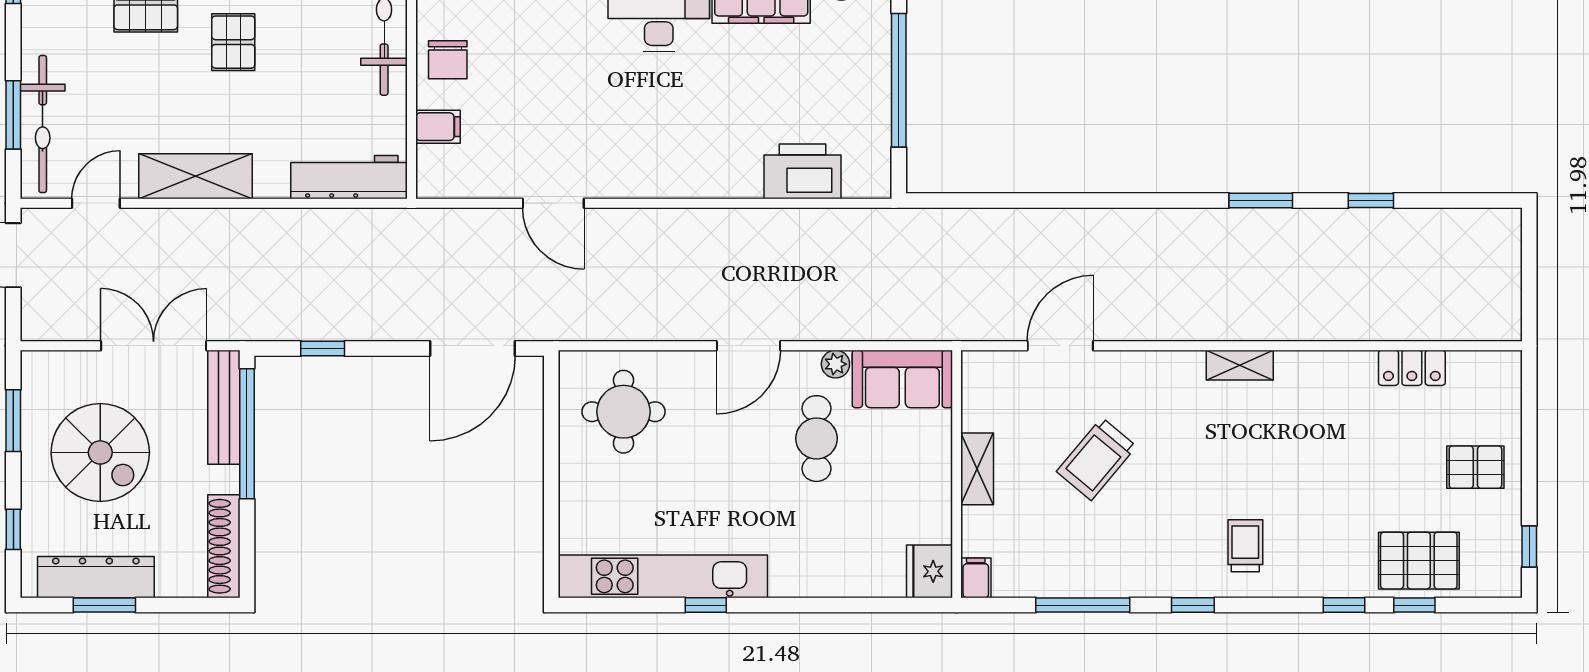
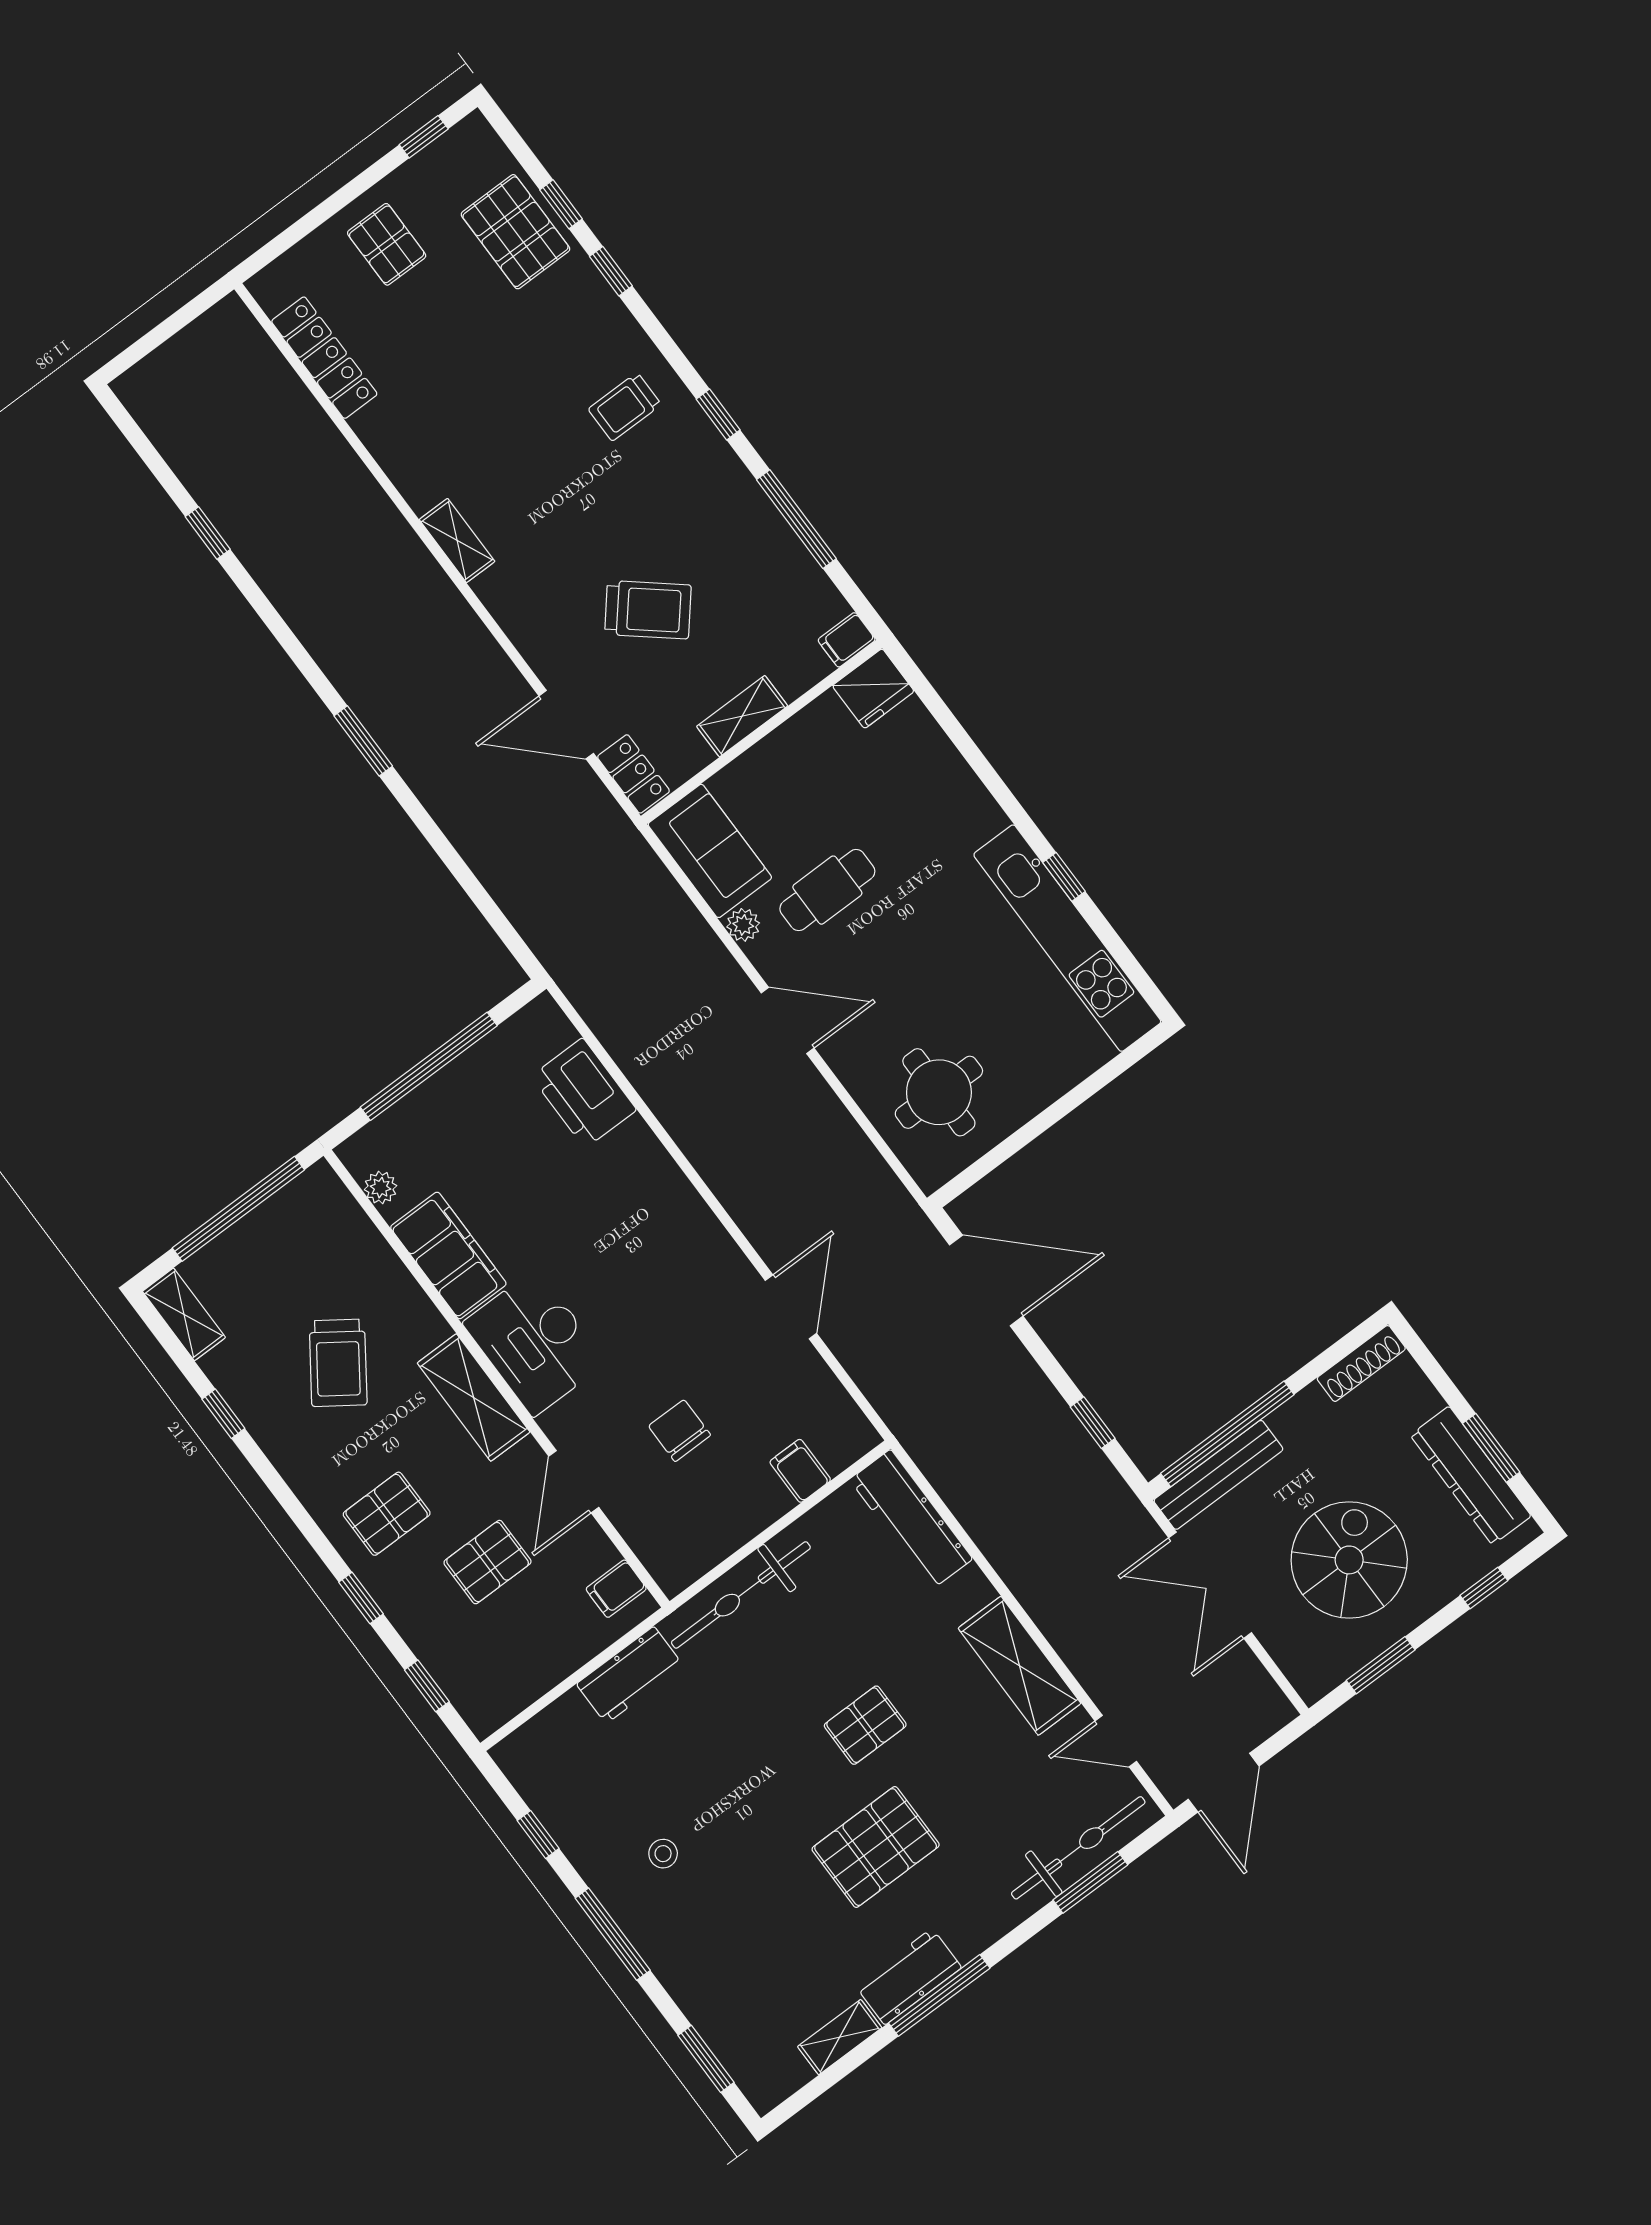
chair: (448, 60) -> (680, 1431), moved, turned -90
window: (1261, 200) -> (363, 741), moved
locker: (993, 366) -> (633, 774), added
locker: (1412, 368) -> (324, 358), width x1.53
shoe rack: (224, 546) -> (1361, 1363), width x0.74, depth x0.81

